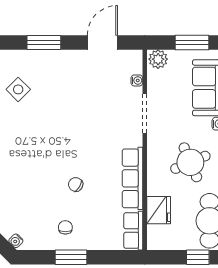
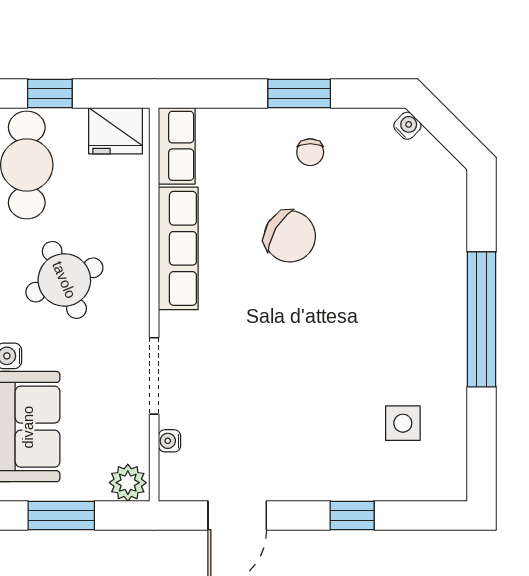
window: (44, 43) -> (352, 515), width x0.67
side table: (18, 89) -> (403, 423), turned 45
chair: (76, 184) -> (290, 236), width x1.87, depth x1.87
fridge: (159, 210) -> (115, 131), moved, turned -90

